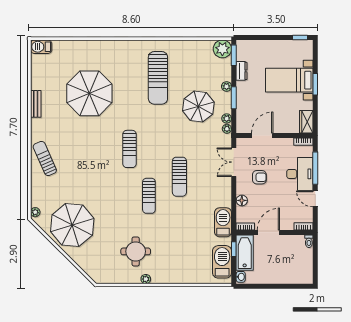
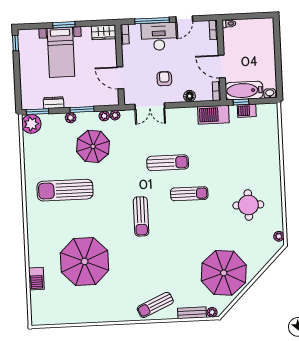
barbecue: (41, 47) -> (36, 279), moved
sun lounger: (158, 78) -> (65, 190), turned 180
bench: (36, 104) -> (192, 313), moved
sun lounger: (130, 149) -> (141, 216), turned 90
barbecue: (222, 262) -> (247, 111), width x0.53, depth x0.65
plant: (146, 279) -> (279, 236), moved

